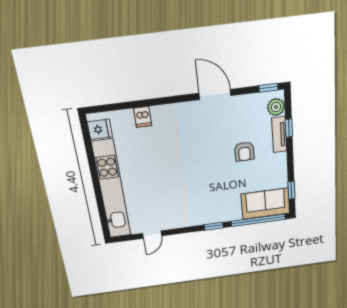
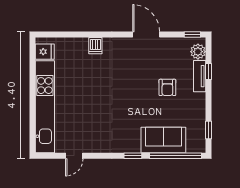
dishwasher: (143, 117) -> (95, 46), moved
sofa: (265, 204) -> (163, 140), moved

